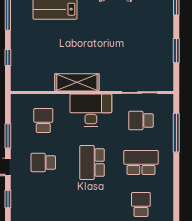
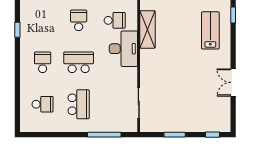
shelving: (77, 82) -> (147, 29), moved
desk: (91, 110) -> (123, 49), moved
school desk: (141, 120) -> (43, 62), moved

